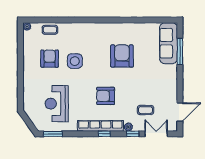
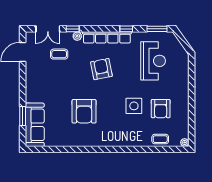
window: (180, 51) -> (23, 116), width x0.69
armchair: (106, 96) -> (101, 69), turned -101
window: (104, 134) -> (126, 29), moved

